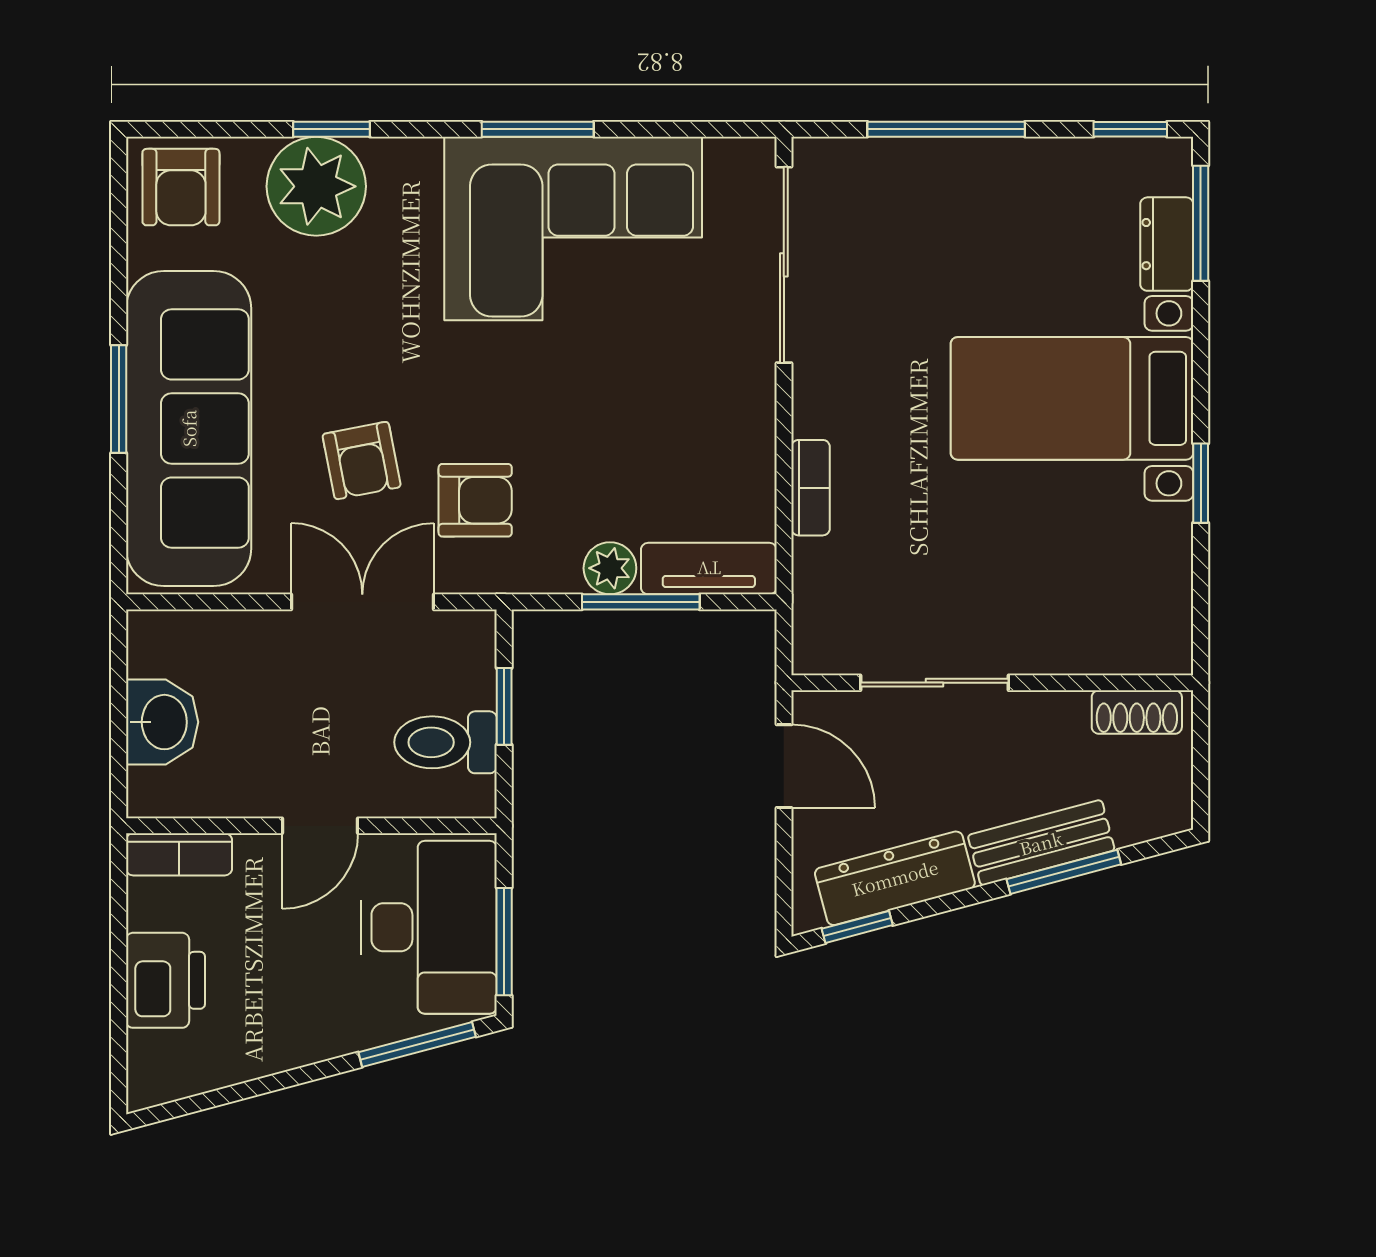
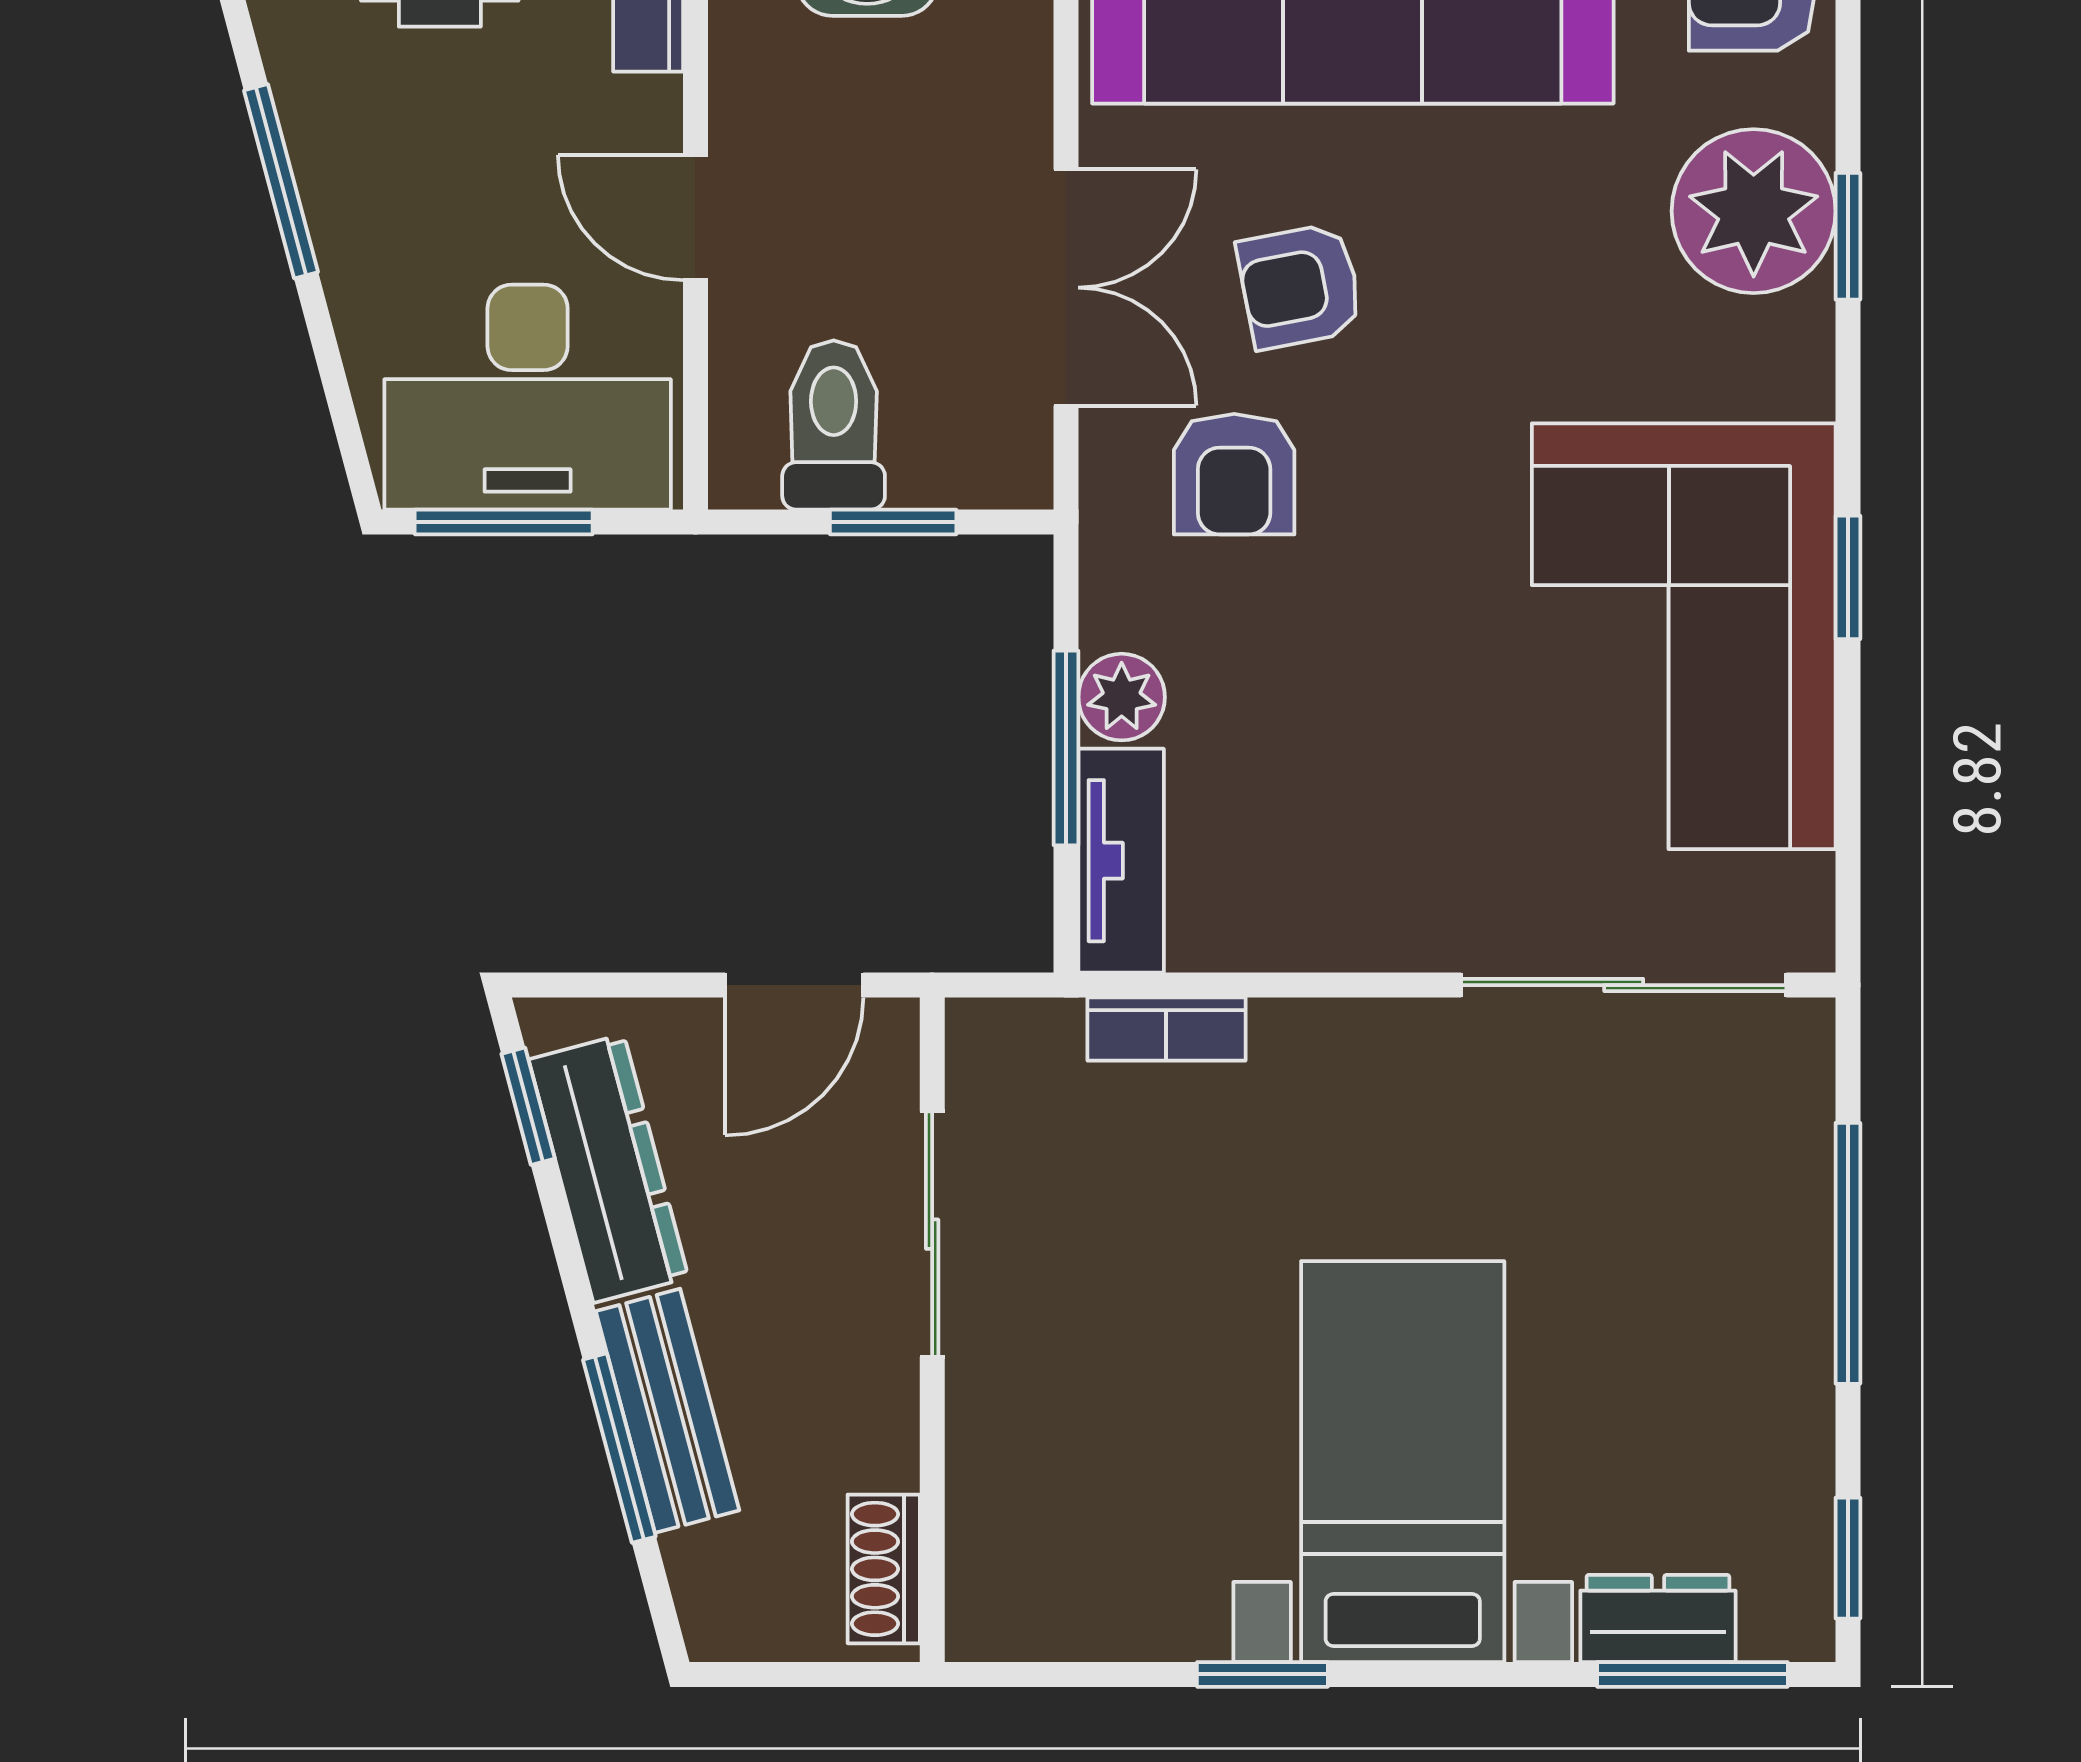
window: (538, 129) -> (1848, 577), width x0.67
bookcase: (811, 488) -> (1166, 1029), moved
window: (417, 1044) -> (281, 181), moved

